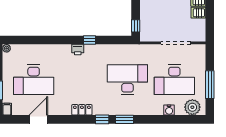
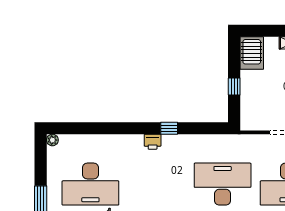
window: (136, 26) -> (234, 86), moved

